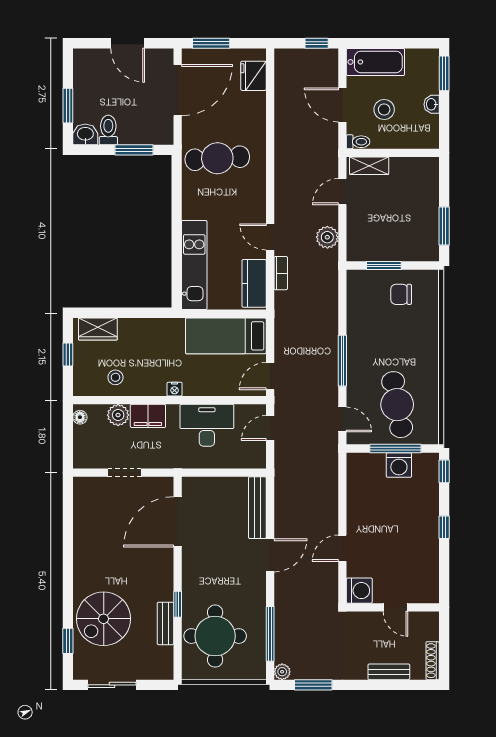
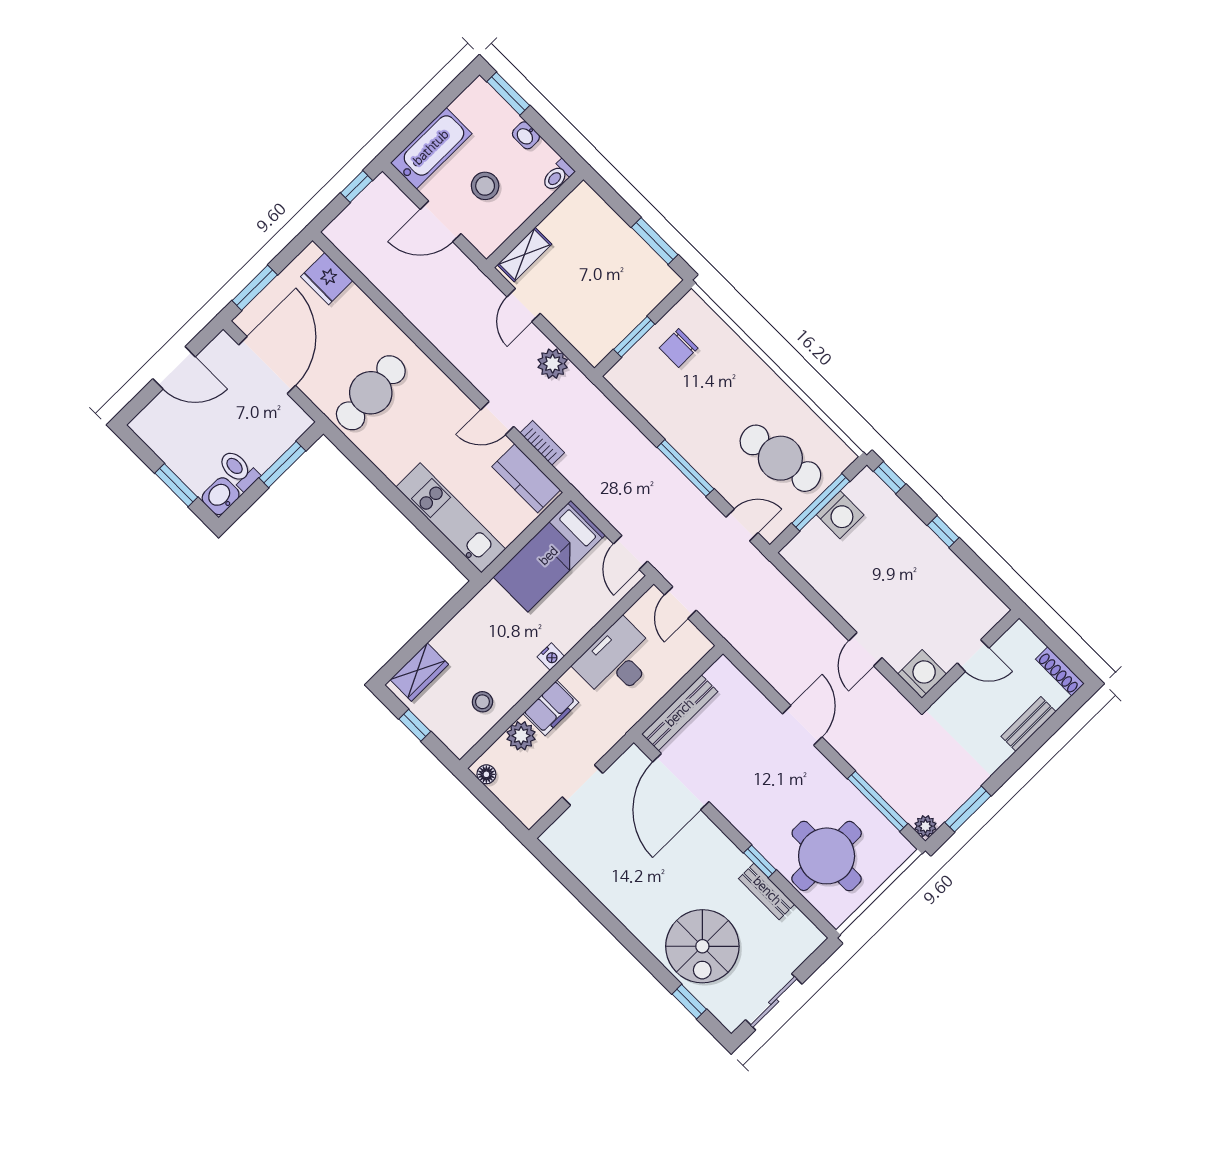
toilet: (358, 142) -> (558, 175), moved, turned 180
bench: (257, 508) -> (680, 713), moved, turned 90

